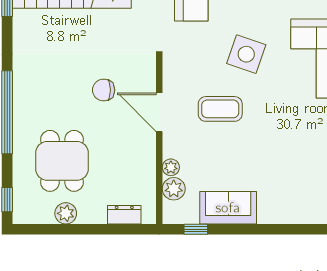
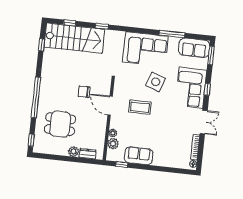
dining table: (62, 161) -> (60, 124), turned 90
plant: (66, 213) -> (73, 151), moved

